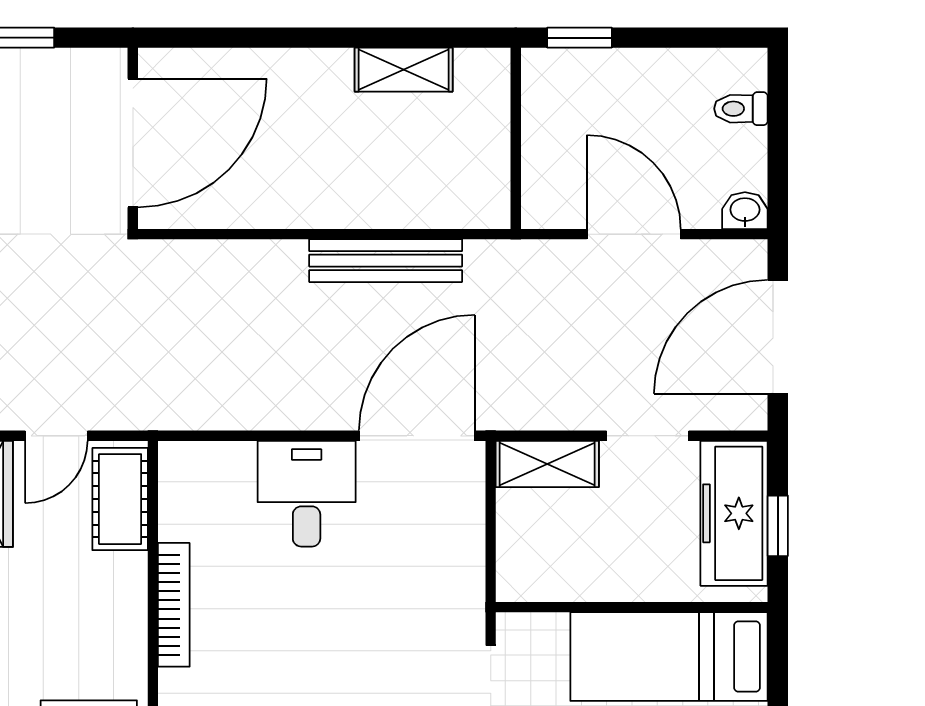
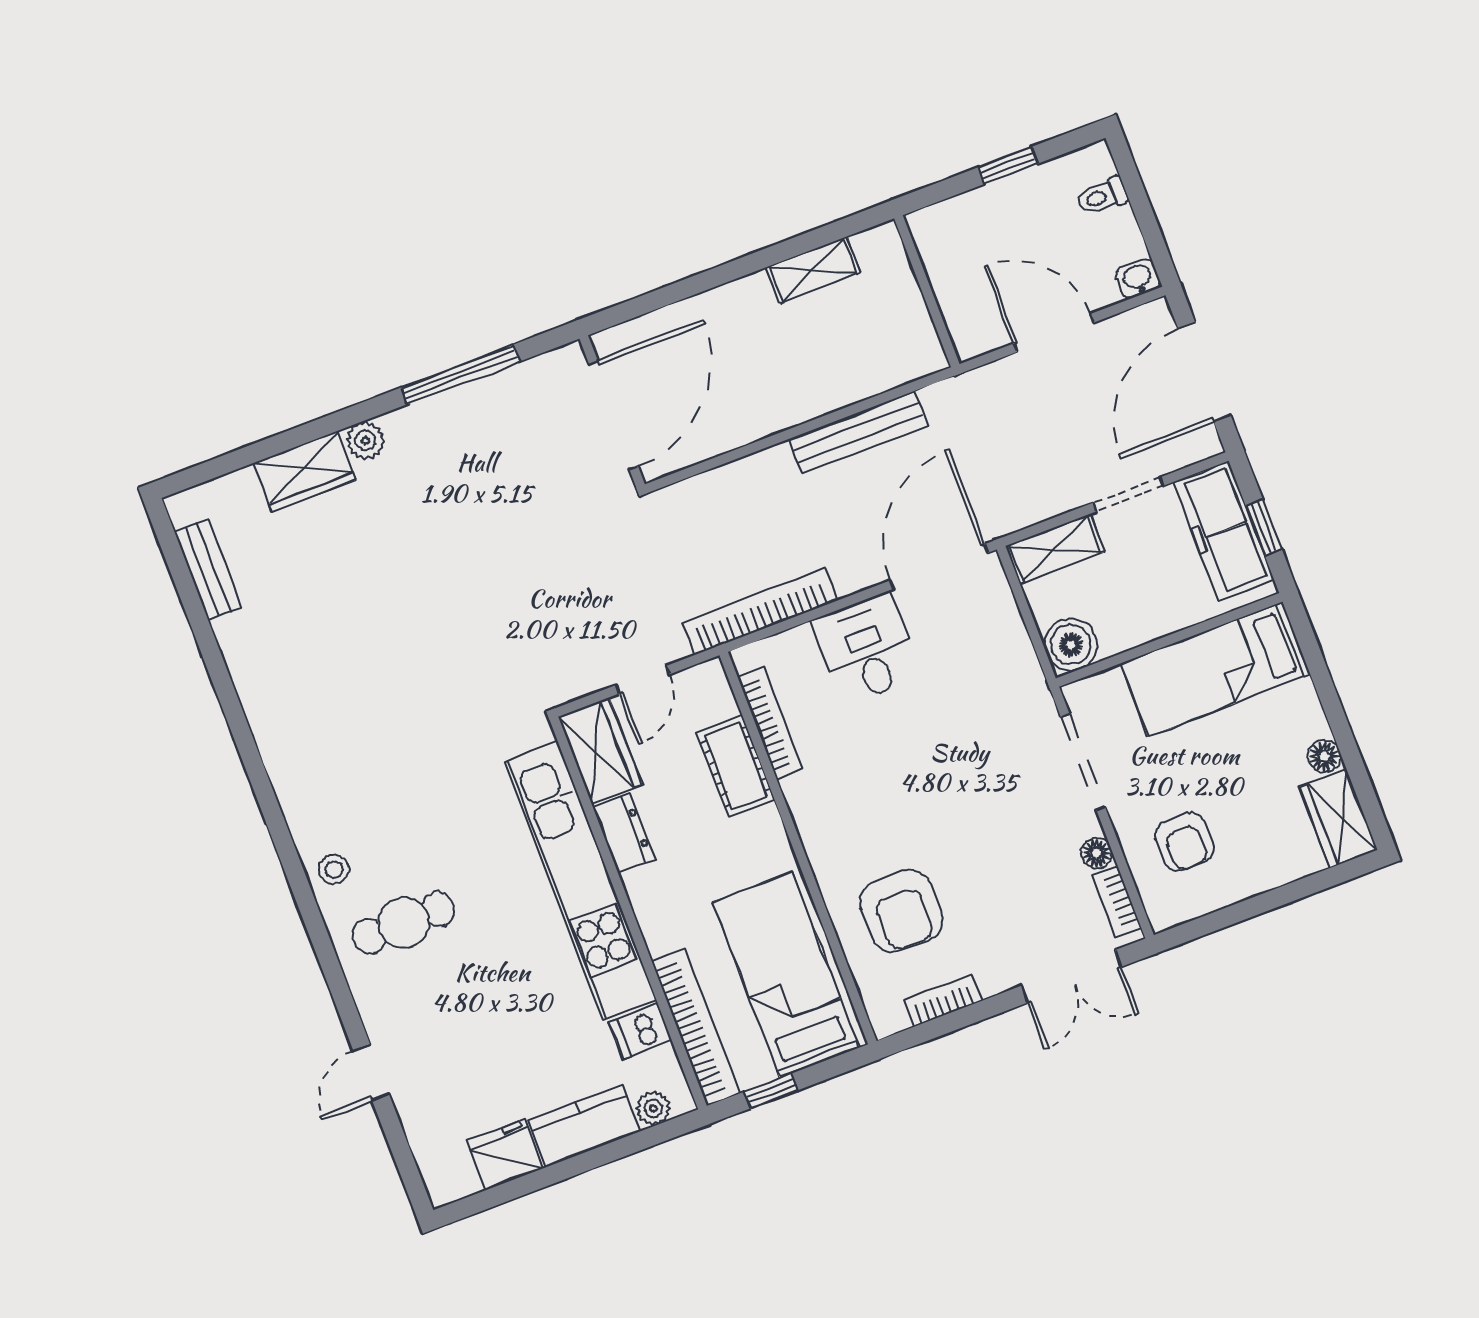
window: (580, 38) -> (1008, 165), moved
bookcase: (209, 411) -> (760, 612), added
cot: (120, 499) -> (736, 766), moved
boiler: (525, 572) -> (1071, 645), added
bookcase: (174, 605) -> (770, 723), moved

